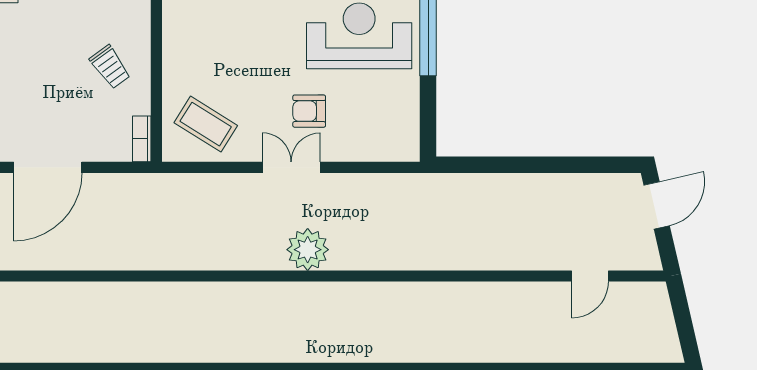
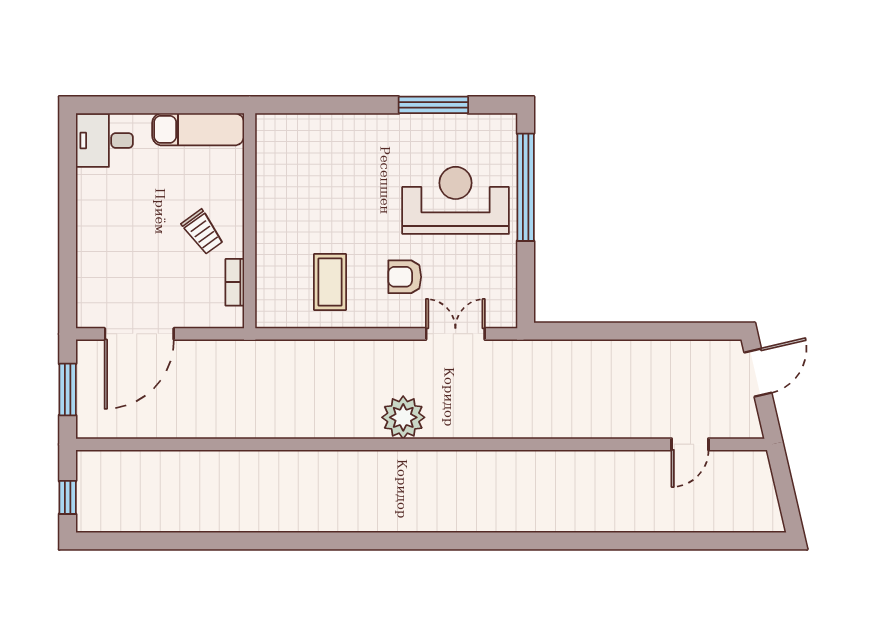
coffee table: (206, 124) -> (330, 282), moved, turned 58
bookcase: (142, 139) -> (235, 282), moved
double door: (291, 167) -> (455, 334), moved

